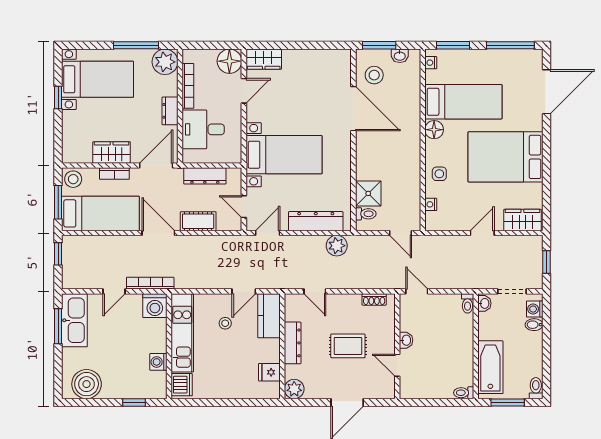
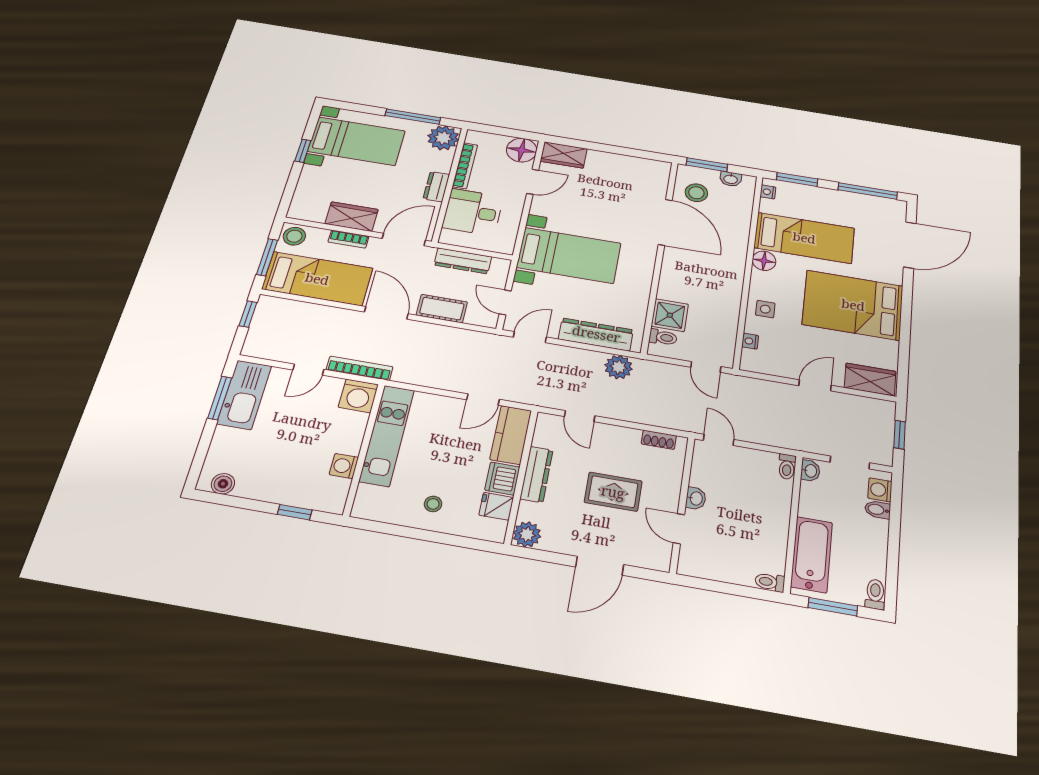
stool: (225, 323) -> (433, 504), moved
boiler: (87, 384) -> (223, 484), width x0.54, depth x0.54
dishwasher: (182, 385) -> (502, 479), moved, turned 180

